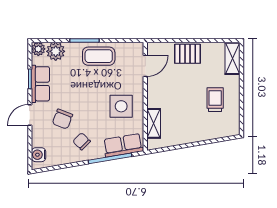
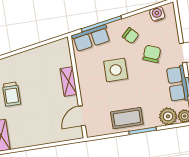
pallet: (188, 54) -> (44, 133), removed
side table: (121, 106) -> (116, 70), moved
shelving: (154, 123) -> (69, 81), moved
water cooler: (39, 155) -> (157, 14), moved, turned -100

